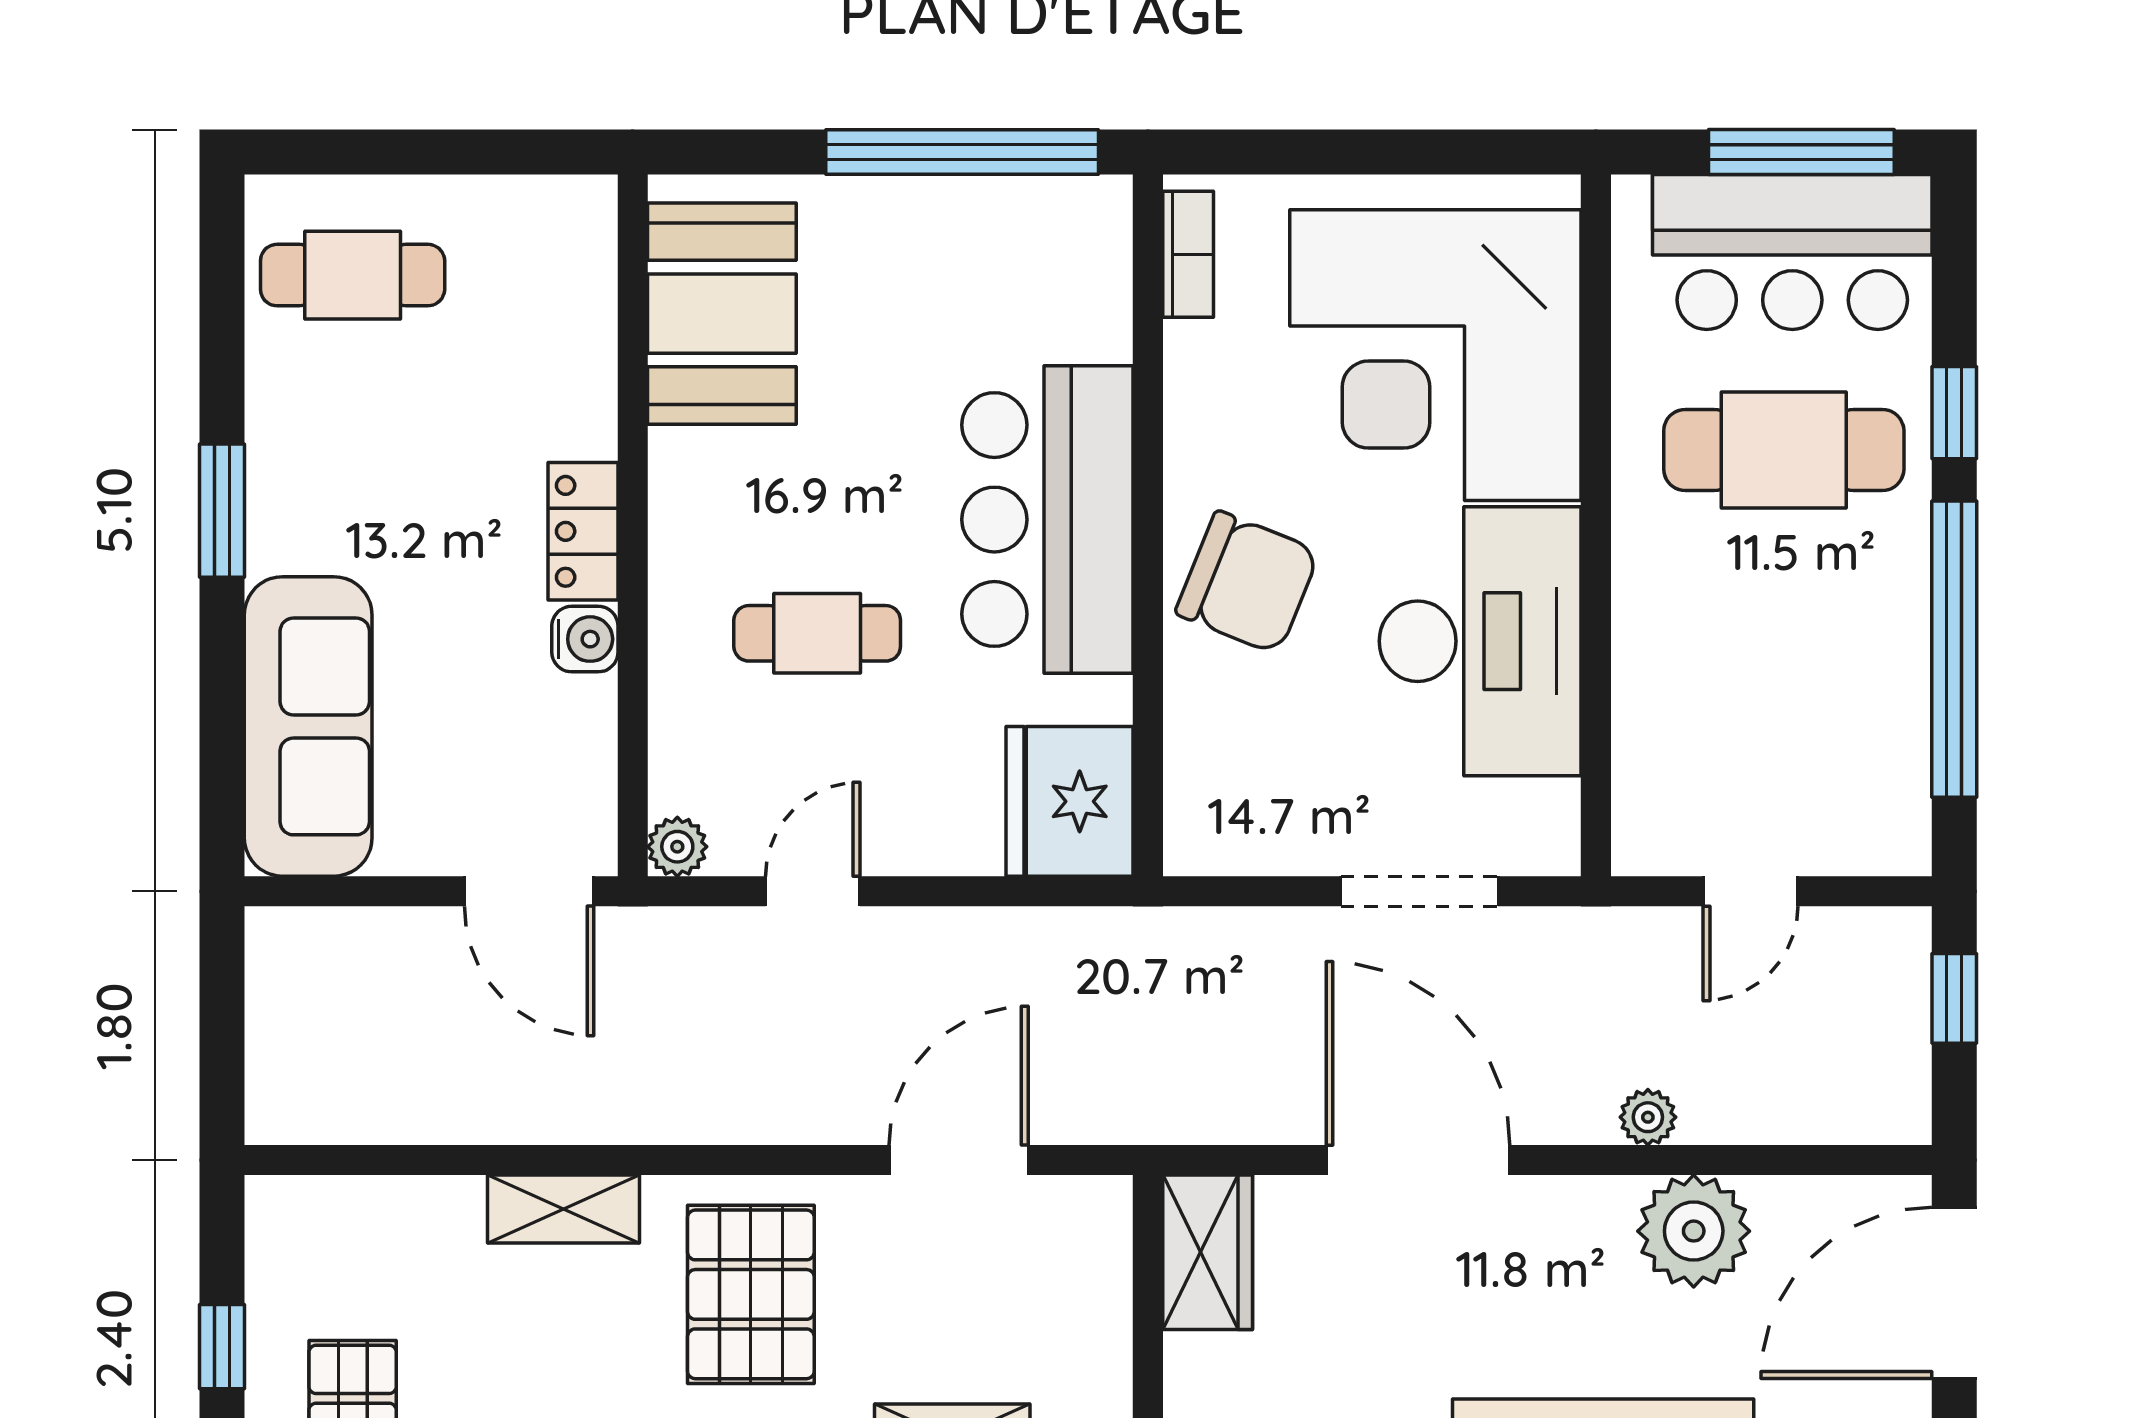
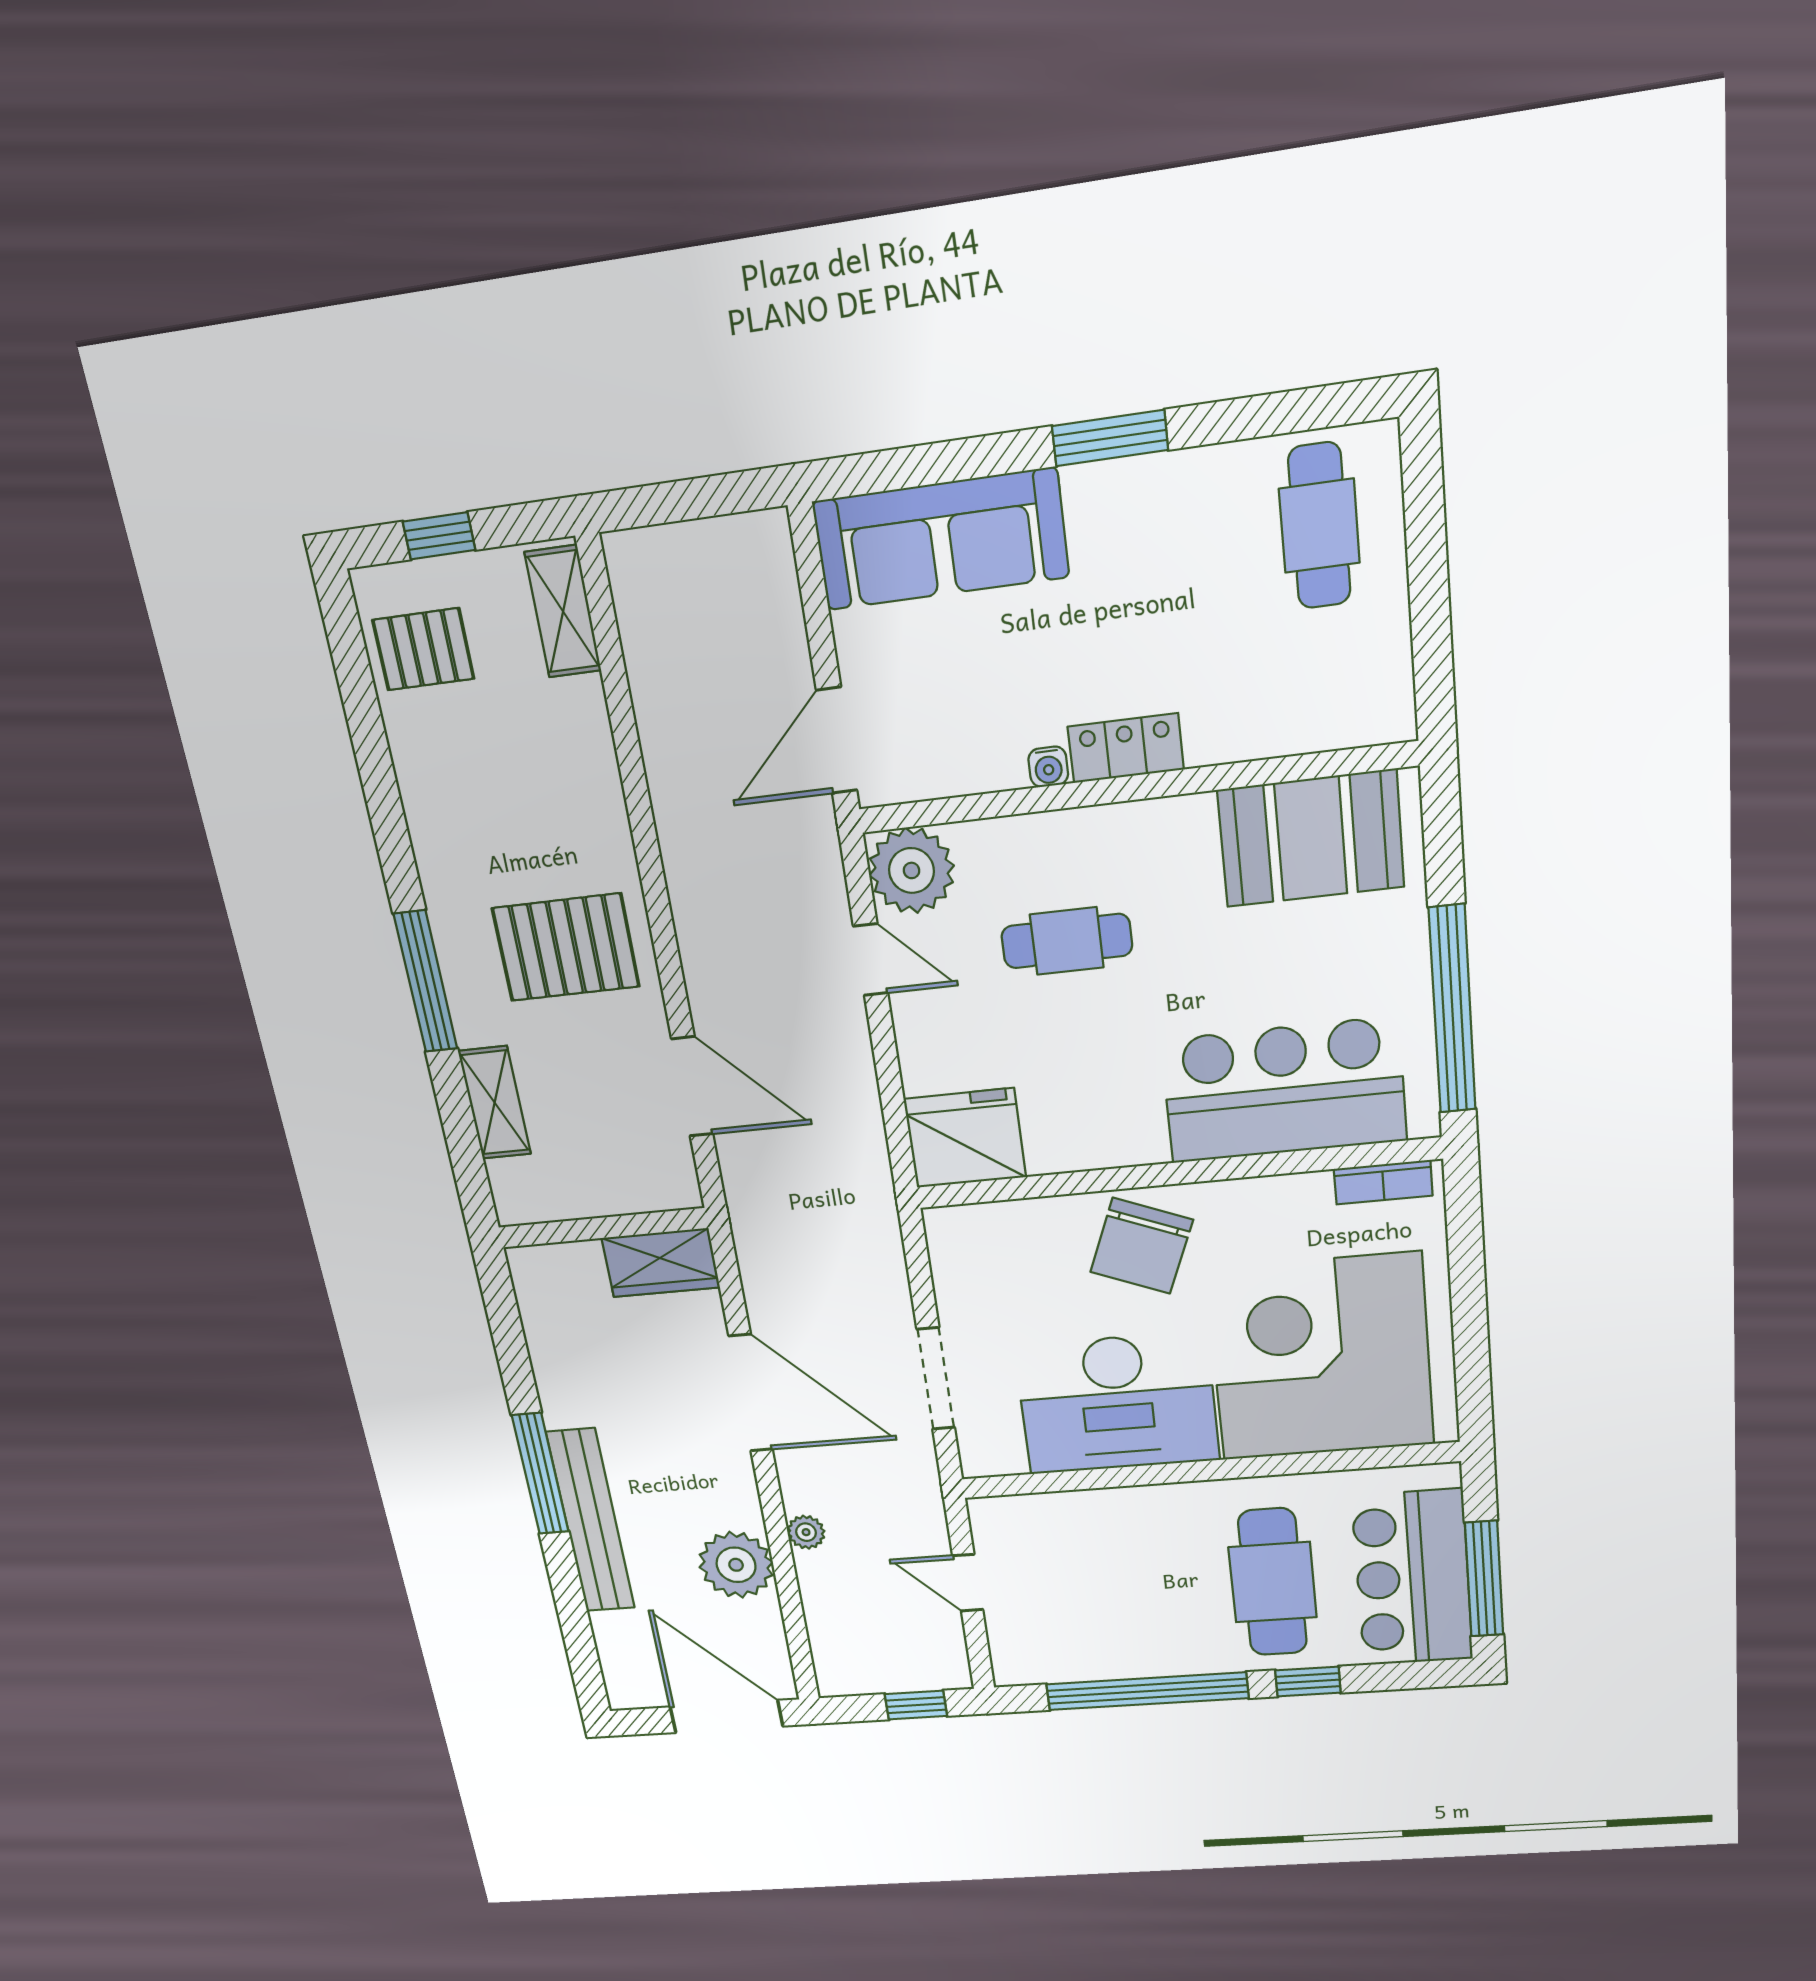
bar counter: (1047, 520) -> (1284, 1090), moved
cafe table: (817, 633) -> (1067, 941), turned 90
water cooler: (585, 639) -> (1048, 767), width x0.72, depth x0.72
plant: (677, 847) -> (911, 870), width x1.88, depth x1.88
door: (1418, 1160) -> (751, 1393), hinge flipped
shelving: (564, 1209) -> (563, 612), moved

